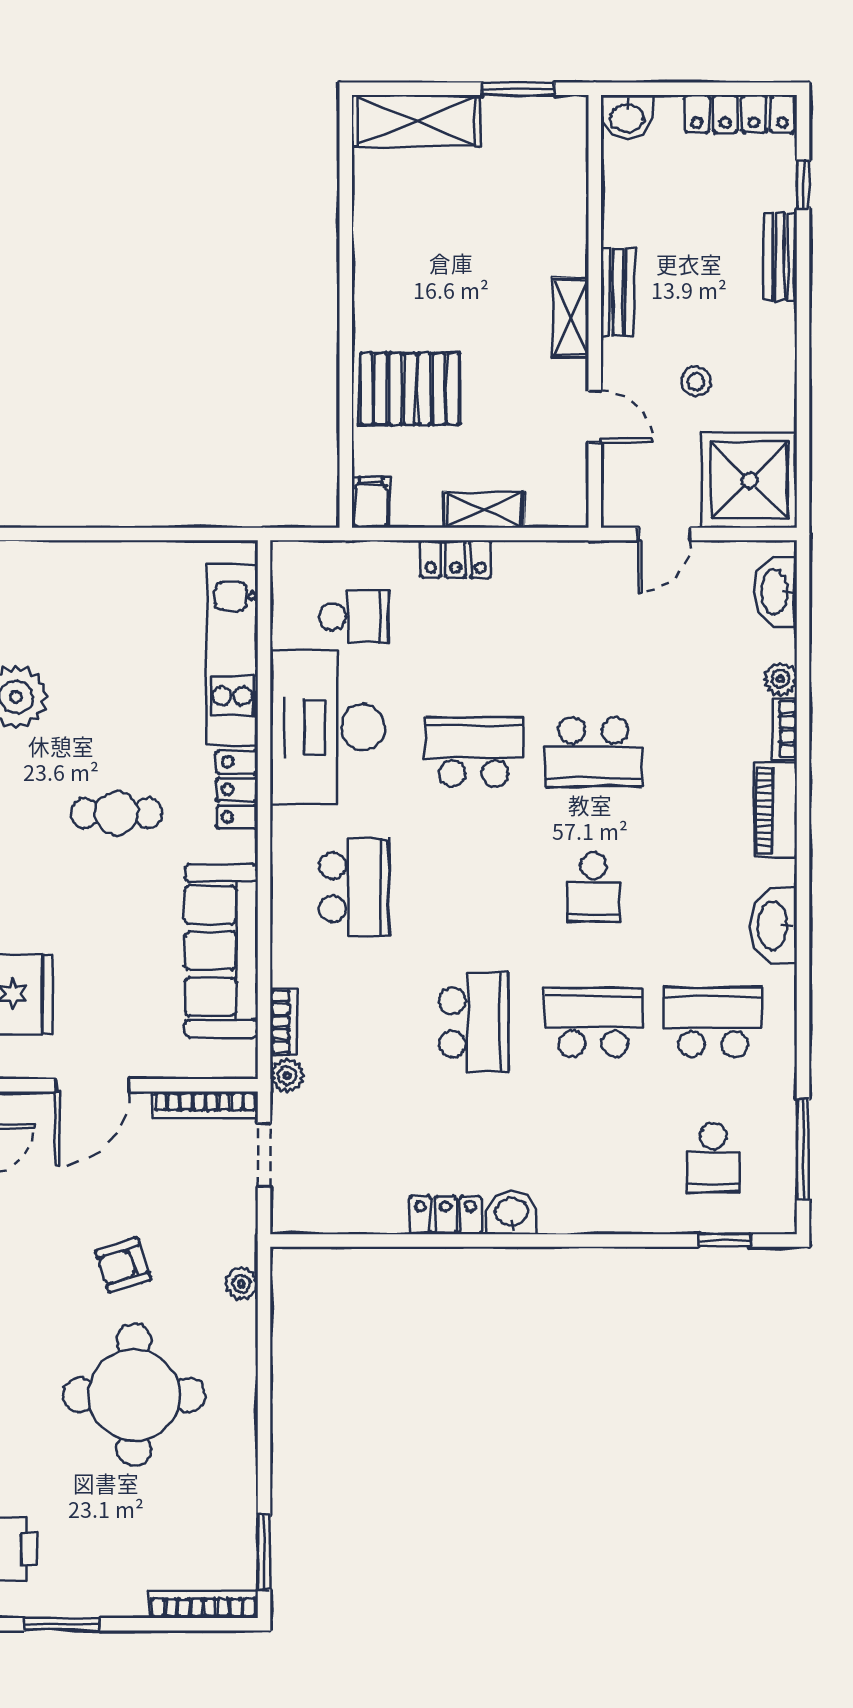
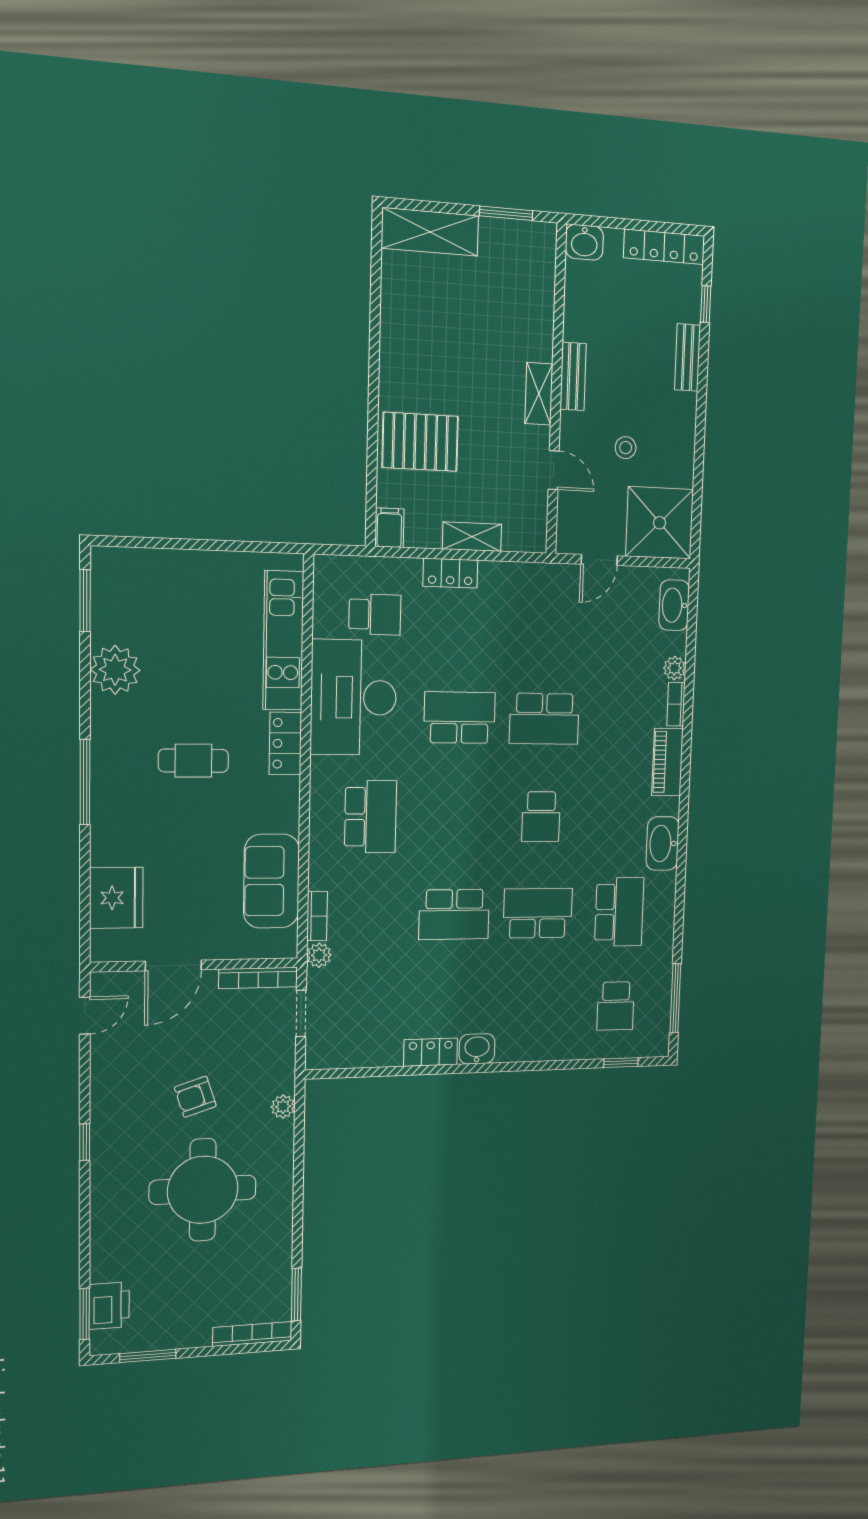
sofa: (221, 951) -> (271, 881), width x0.73
school desk: (474, 1022) -> (454, 914), turned 90
school desk: (713, 1022) -> (619, 912), turned 90

